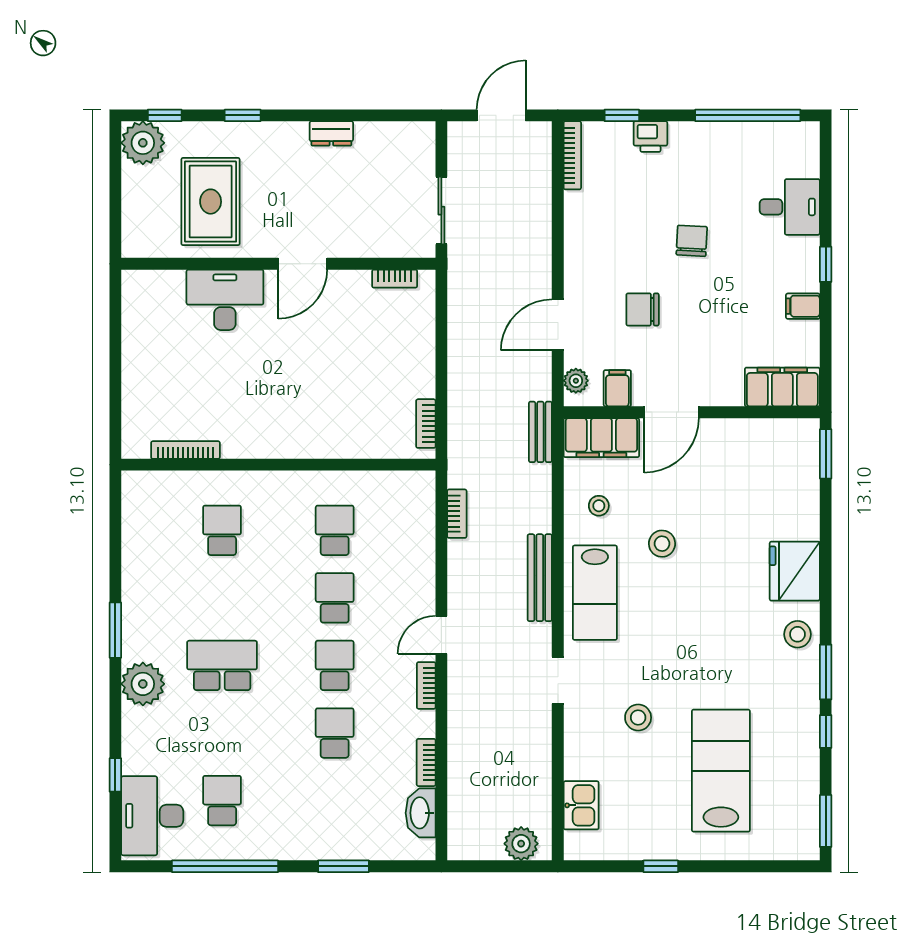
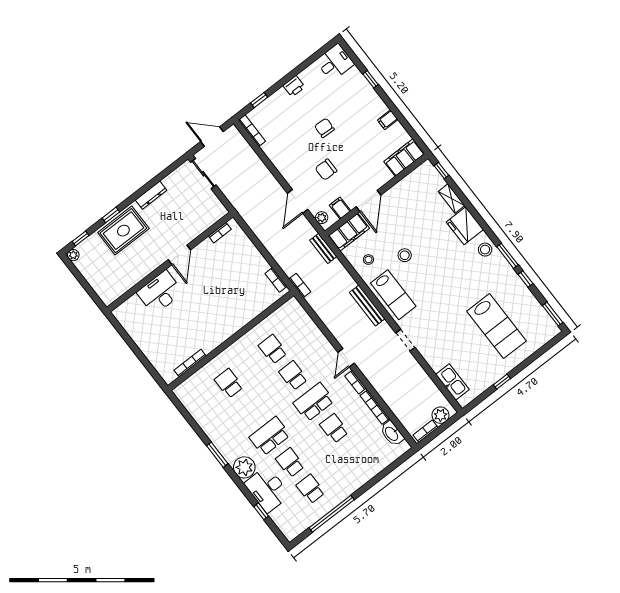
door: (501, 115) -> (212, 137), hinge flipped
window: (748, 115) -> (308, 62), removed
dresser: (331, 133) -> (151, 195), width x1.44
printer: (650, 137) -> (294, 86), moved
plant: (143, 143) -> (73, 255), width x0.53, depth x0.53
rug: (211, 202) -> (123, 231), moved, turned 90
desk: (790, 207) -> (335, 62), moved
sliding door: (441, 211) -> (203, 174), moved
window: (826, 264) -> (371, 79), moved
window: (826, 454) -> (441, 171), width x0.67
shelving: (807, 511) -> (451, 199), added
bookcase: (457, 514) -> (300, 285), moved
school desk: (335, 665) -> (314, 402), width x1.85
stool: (638, 718) -> (448, 330), removed
school desk: (222, 733) -> (290, 463), added
bookcase: (426, 762) -> (375, 407), width x1.56
lab bench: (721, 771) -> (496, 326), turned 180
kitchen sink: (581, 805) -> (452, 382), width x1.38
desk: (152, 816) -> (267, 489), moved
bookcase: (477, 851) -> (426, 431), added
window: (343, 866) -> (378, 478), removed

